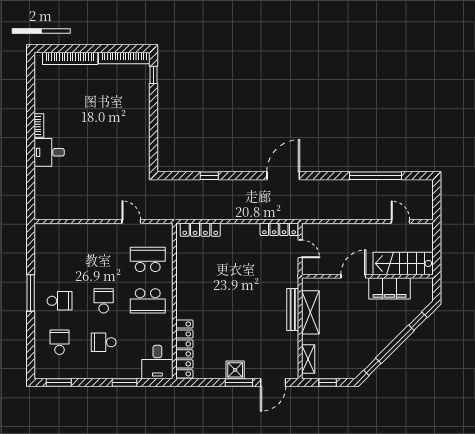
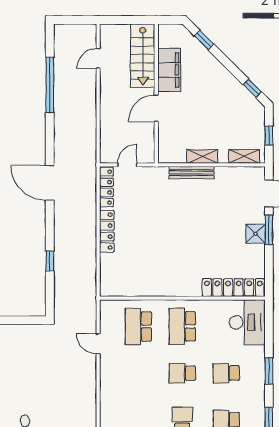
door: (131, 221) -> (98, 344), hinge flipped
locker: (200, 230) -> (107, 231), moved
door: (353, 276) -> (156, 108), hinge flipped
school desk: (148, 301) -> (182, 326), turned 180
shelving: (310, 312) -> (202, 156), width x0.67, depth x0.75
school desk: (104, 342) -> (226, 373), turned 90
desk: (157, 362) -> (247, 322), width x1.37
window: (125, 382) -> (269, 371), moved

